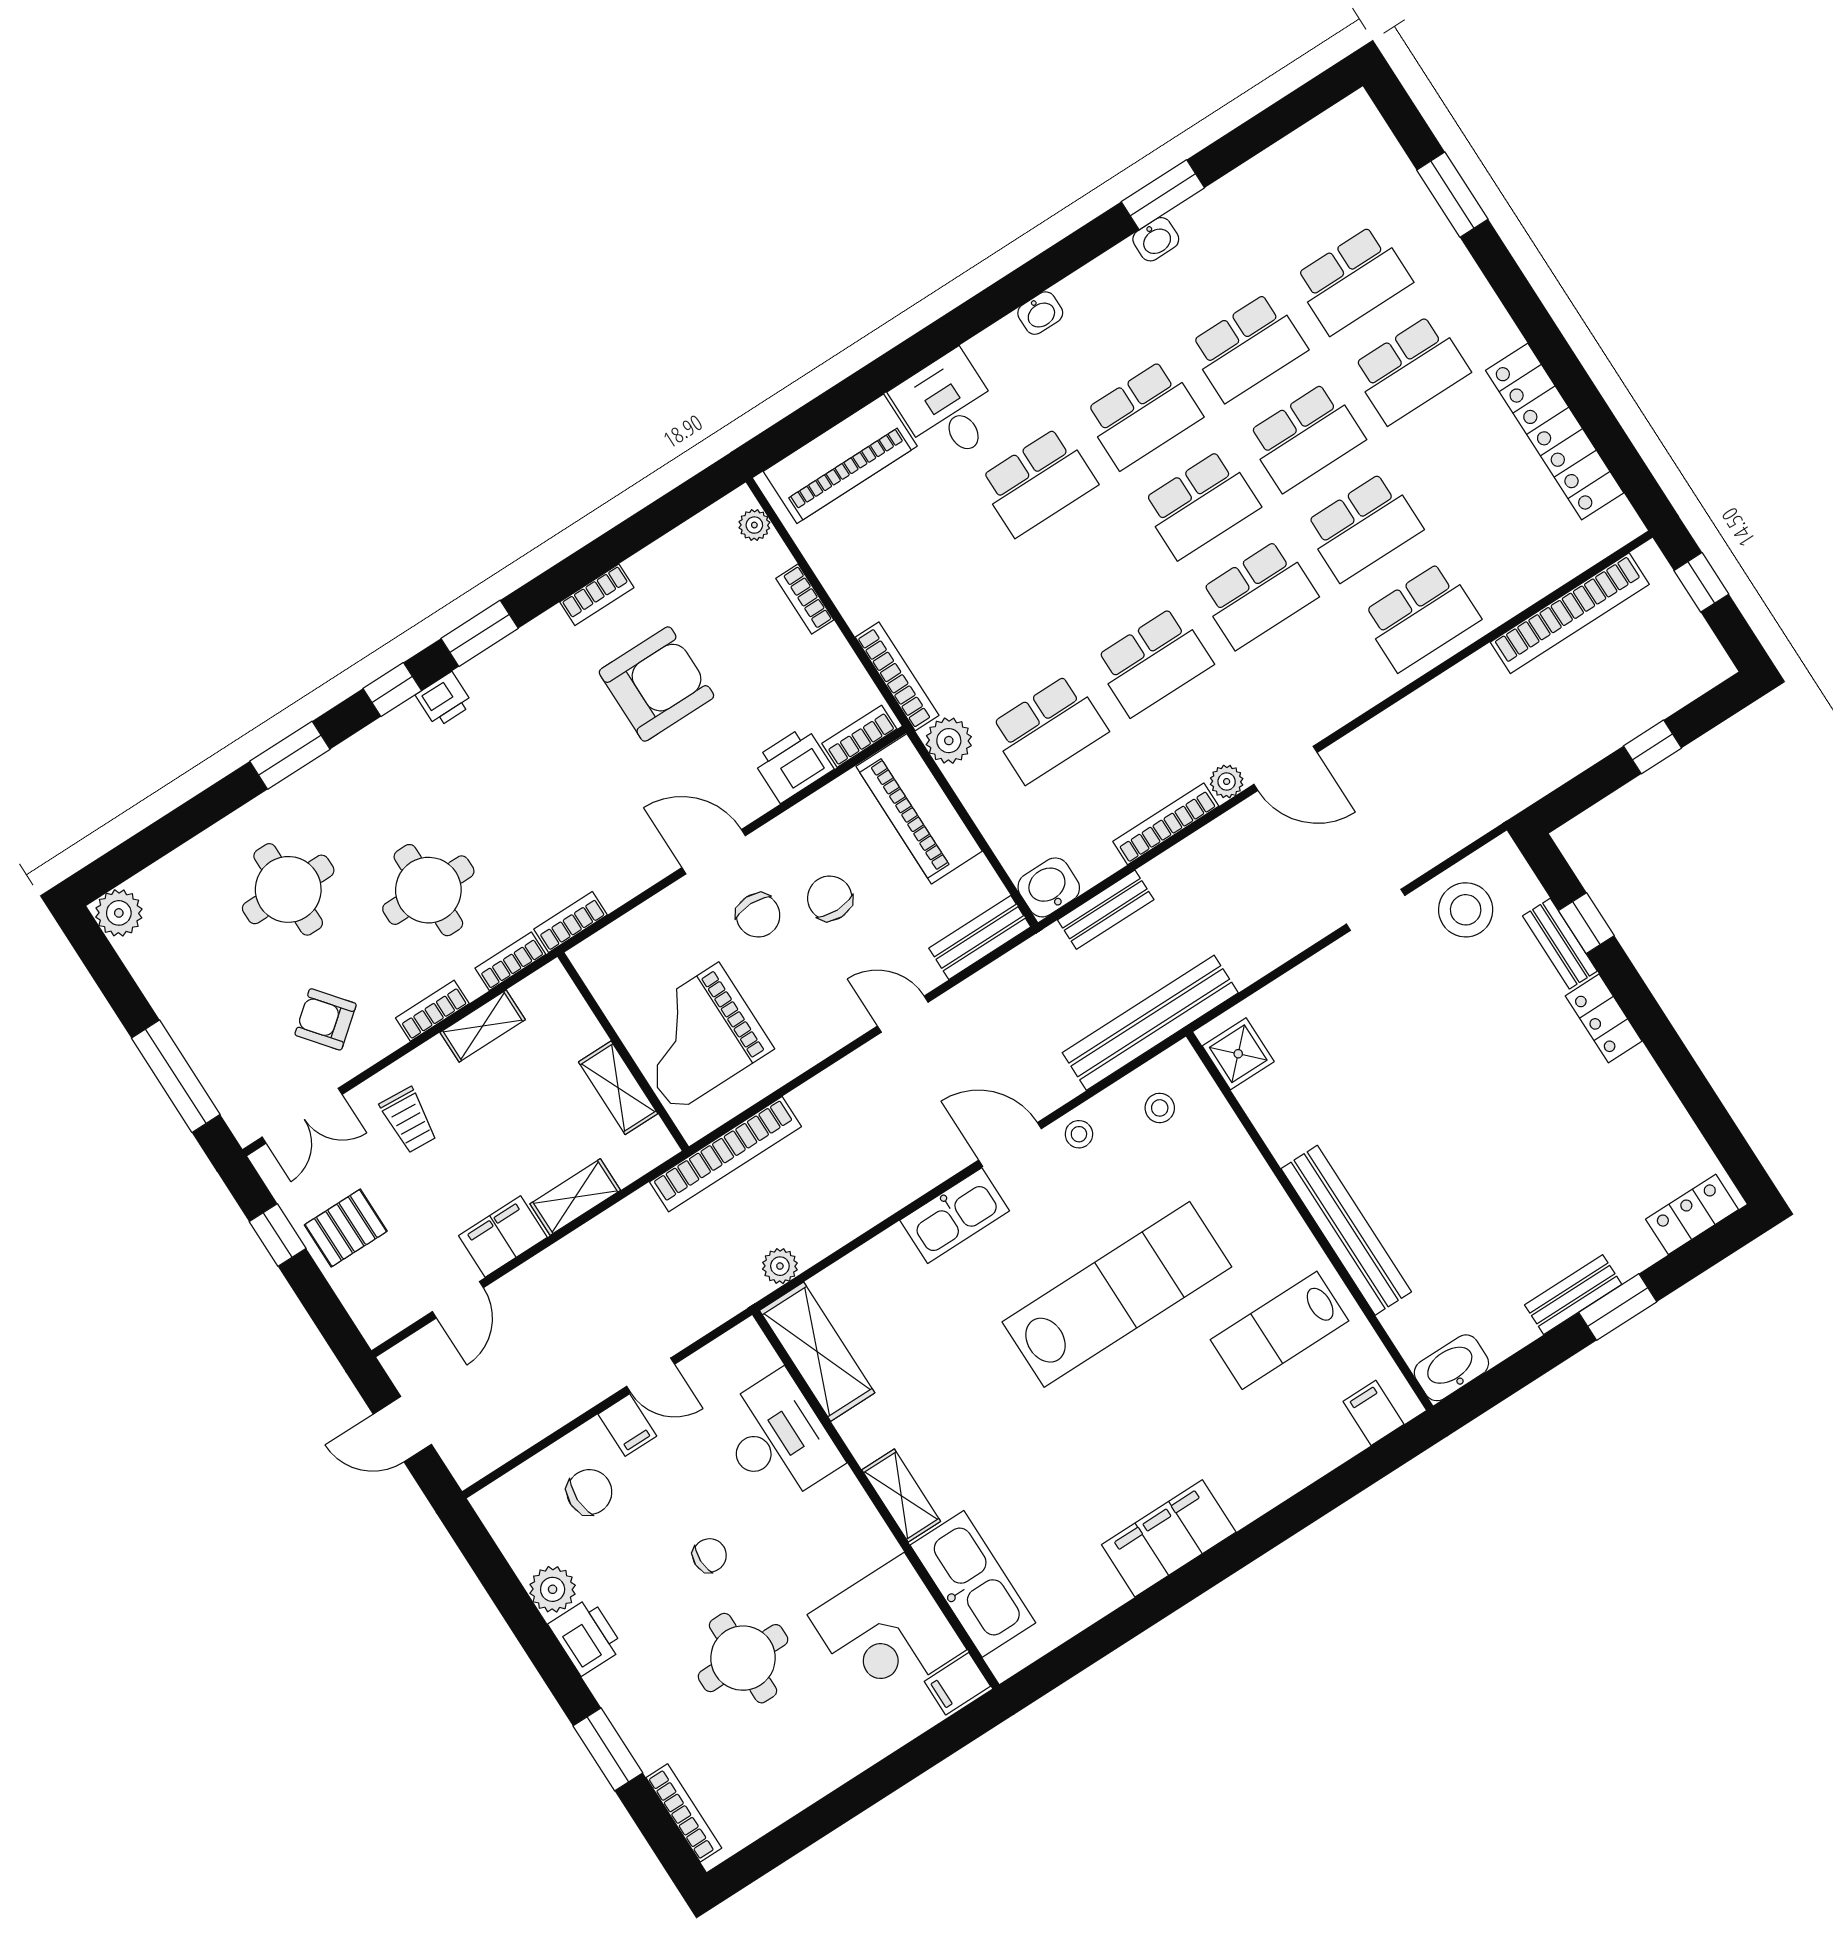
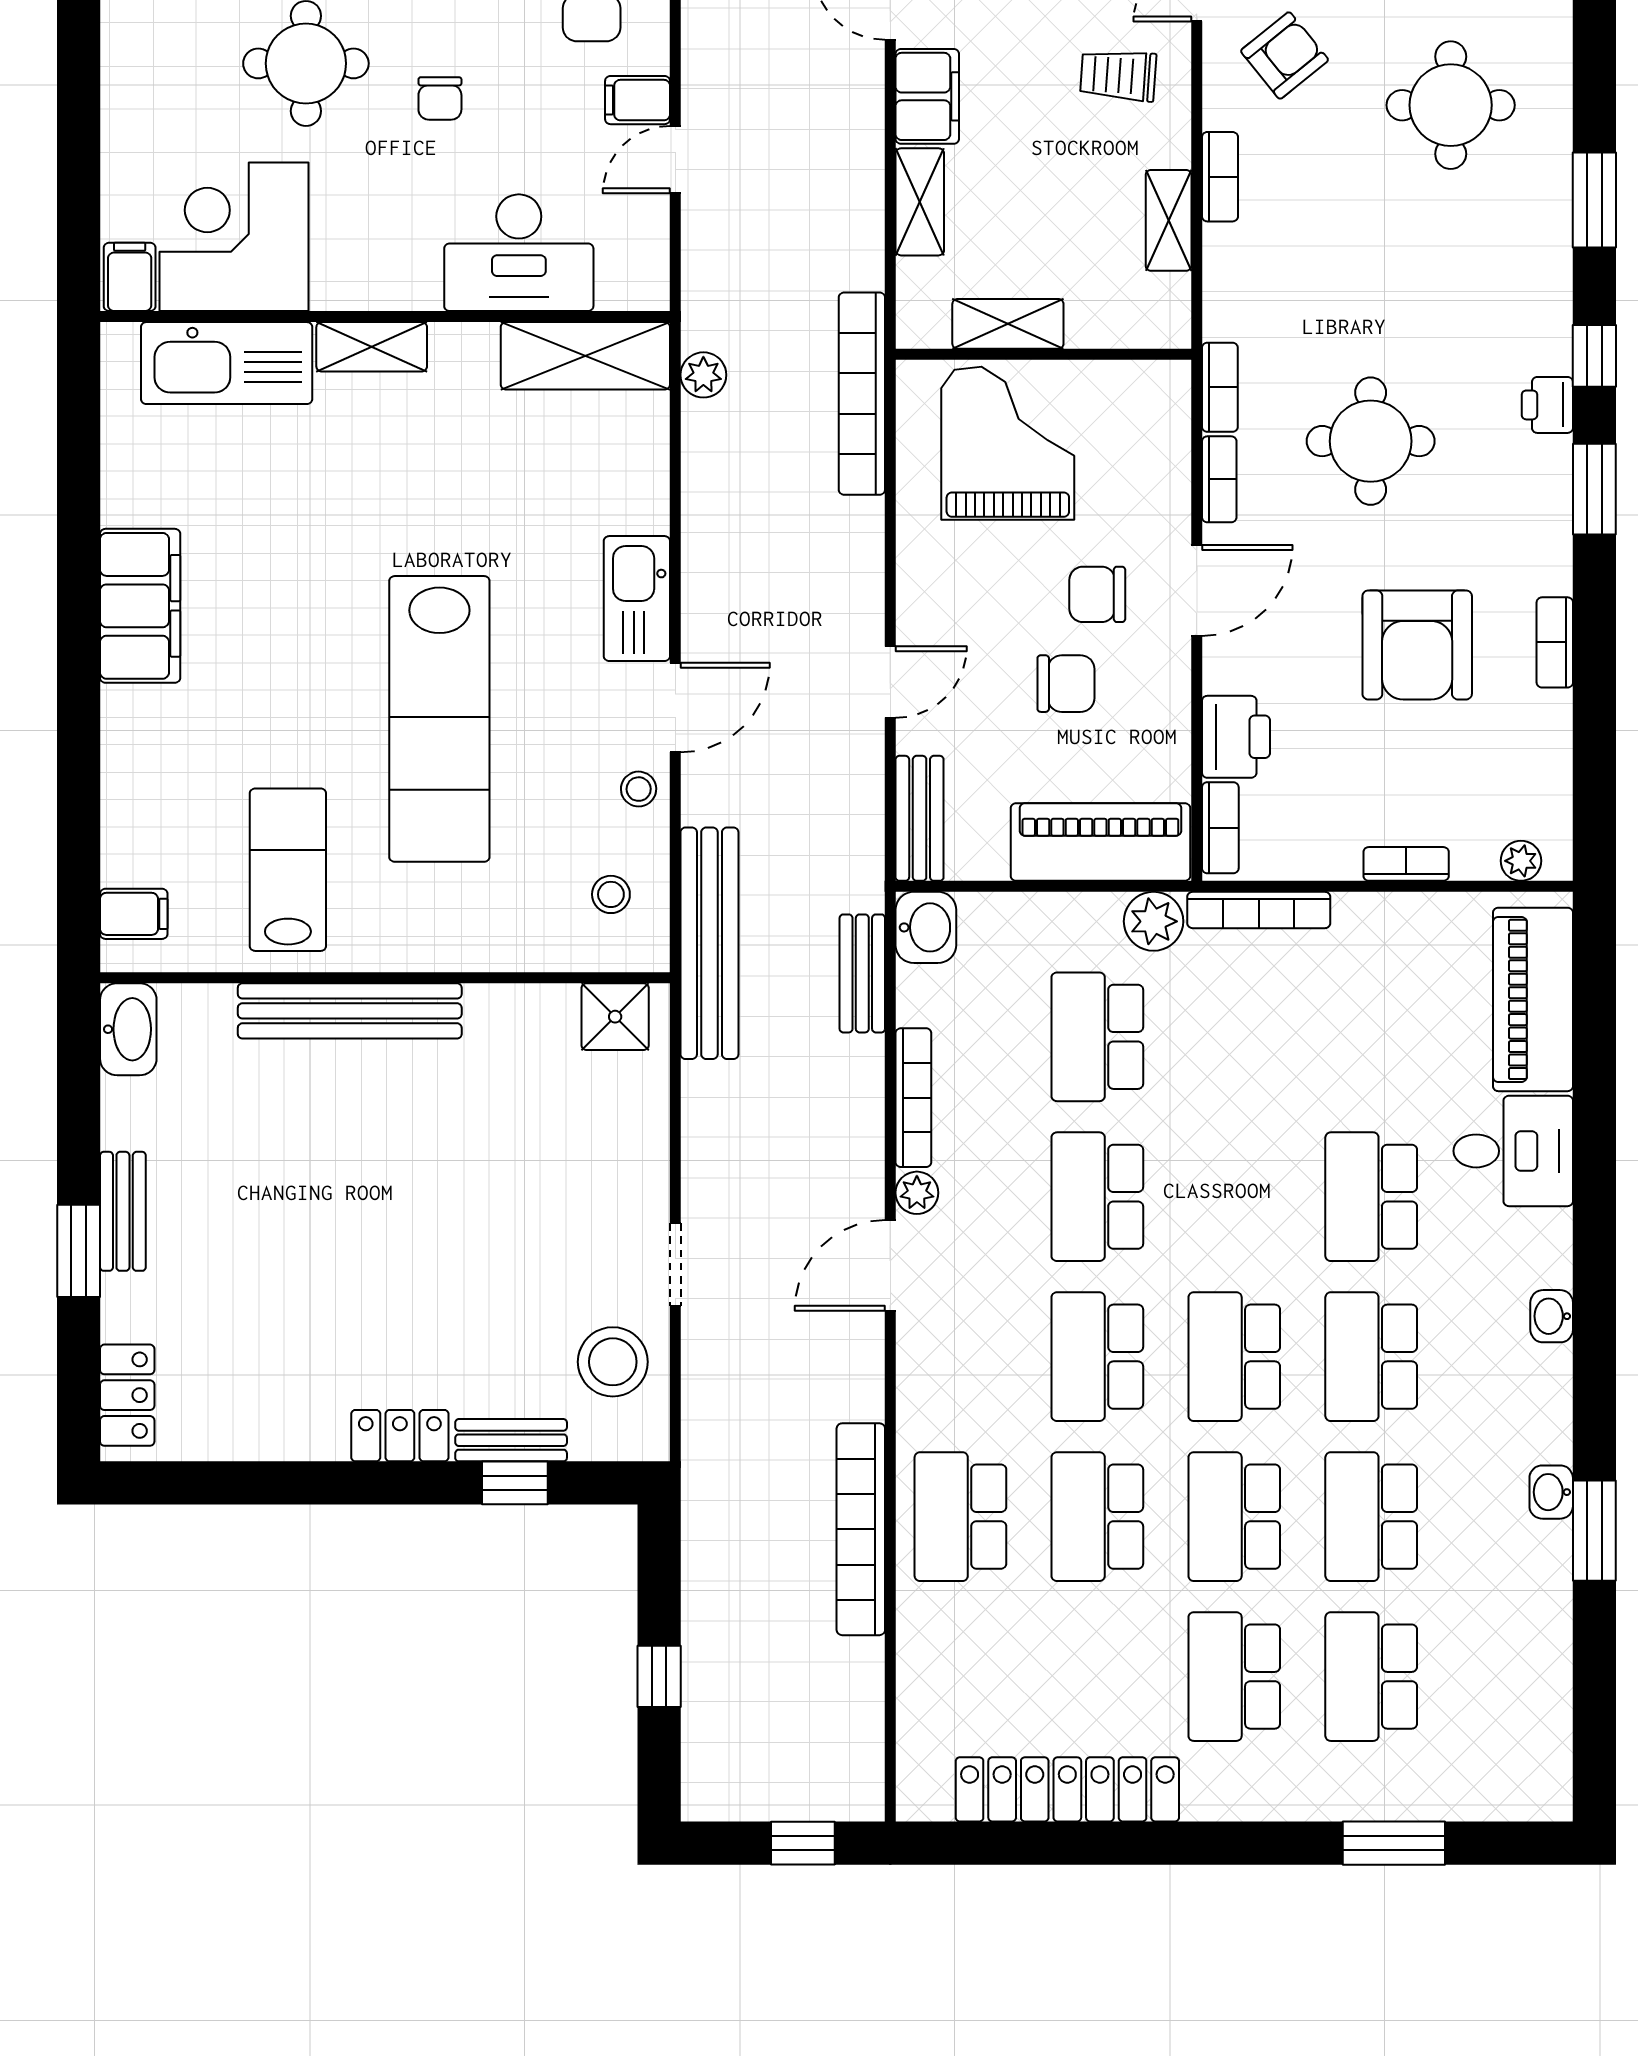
bookcase: (1570, 613) -> (861, 1529), moved
round table: (428, 890) -> (1371, 441), moved
bookcase: (510, 961) -> (1219, 479), moved

